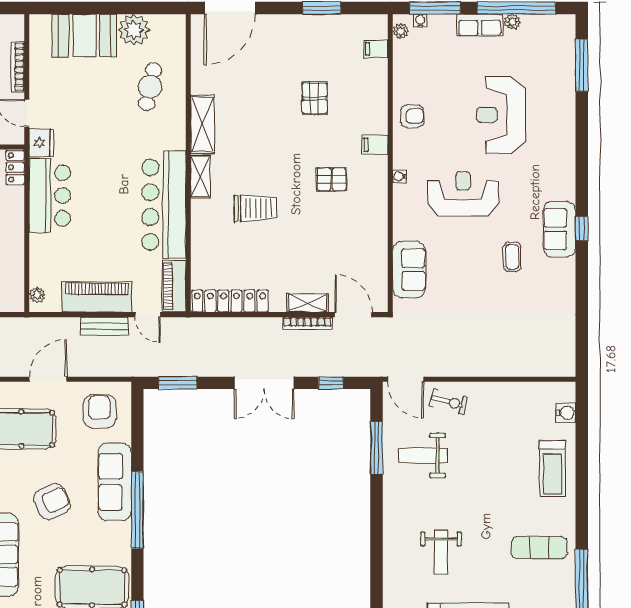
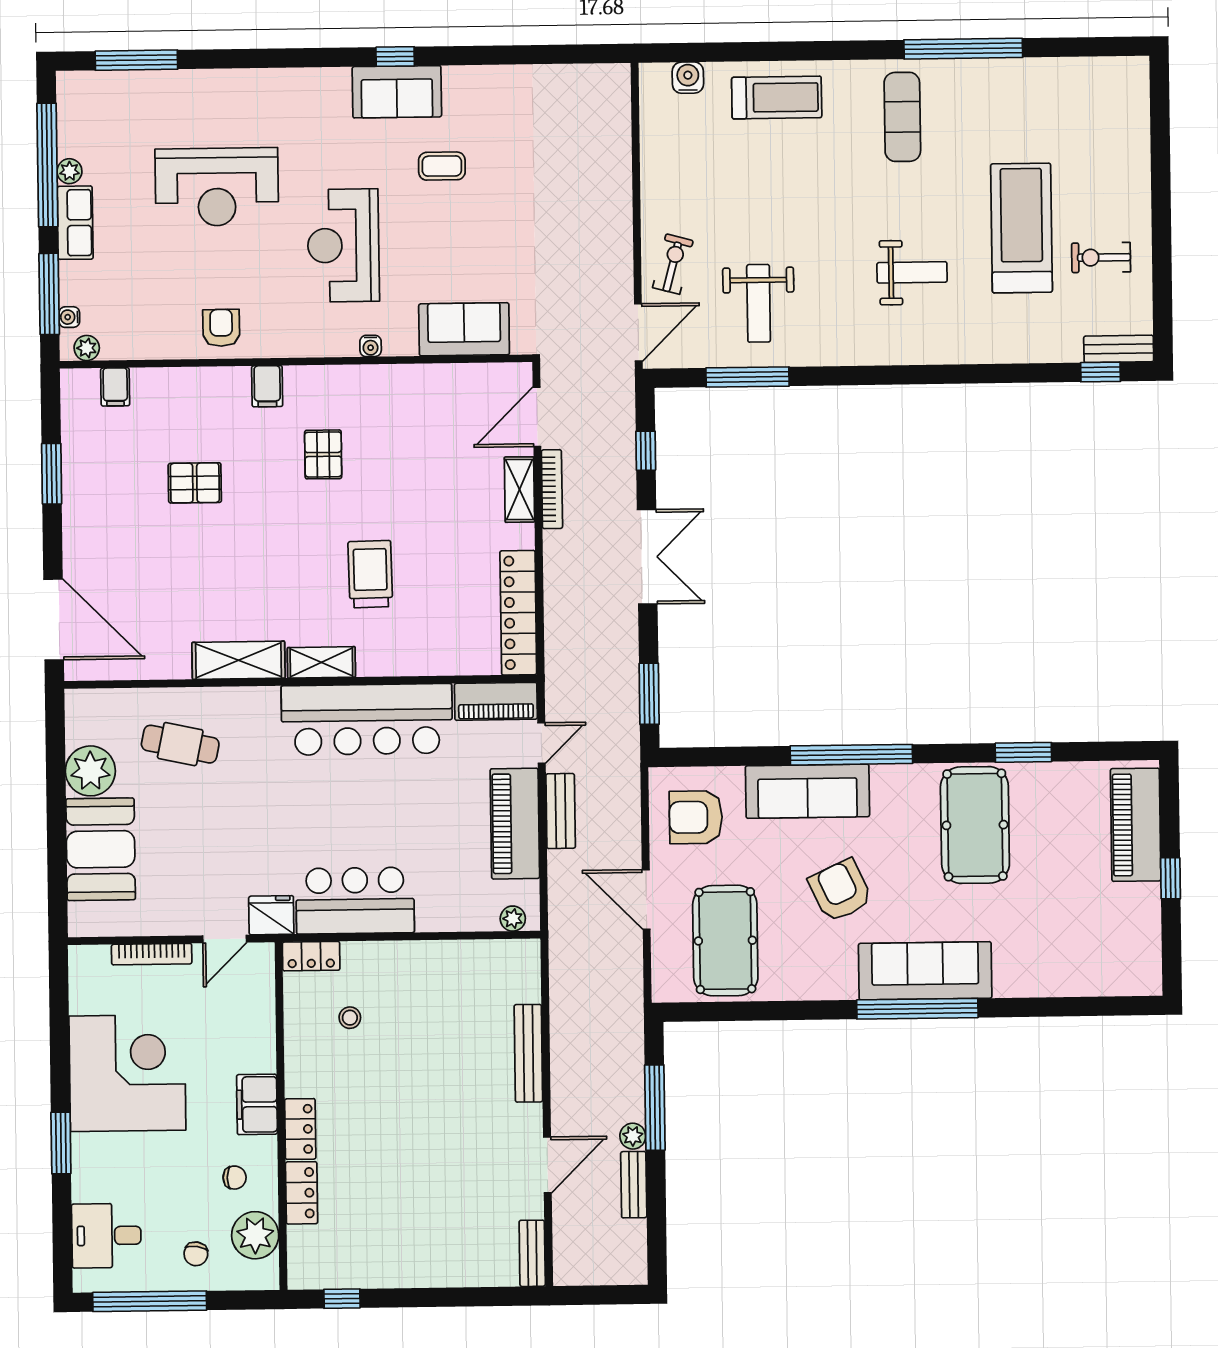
water cooler: (399, 177) -> (371, 346), moved

